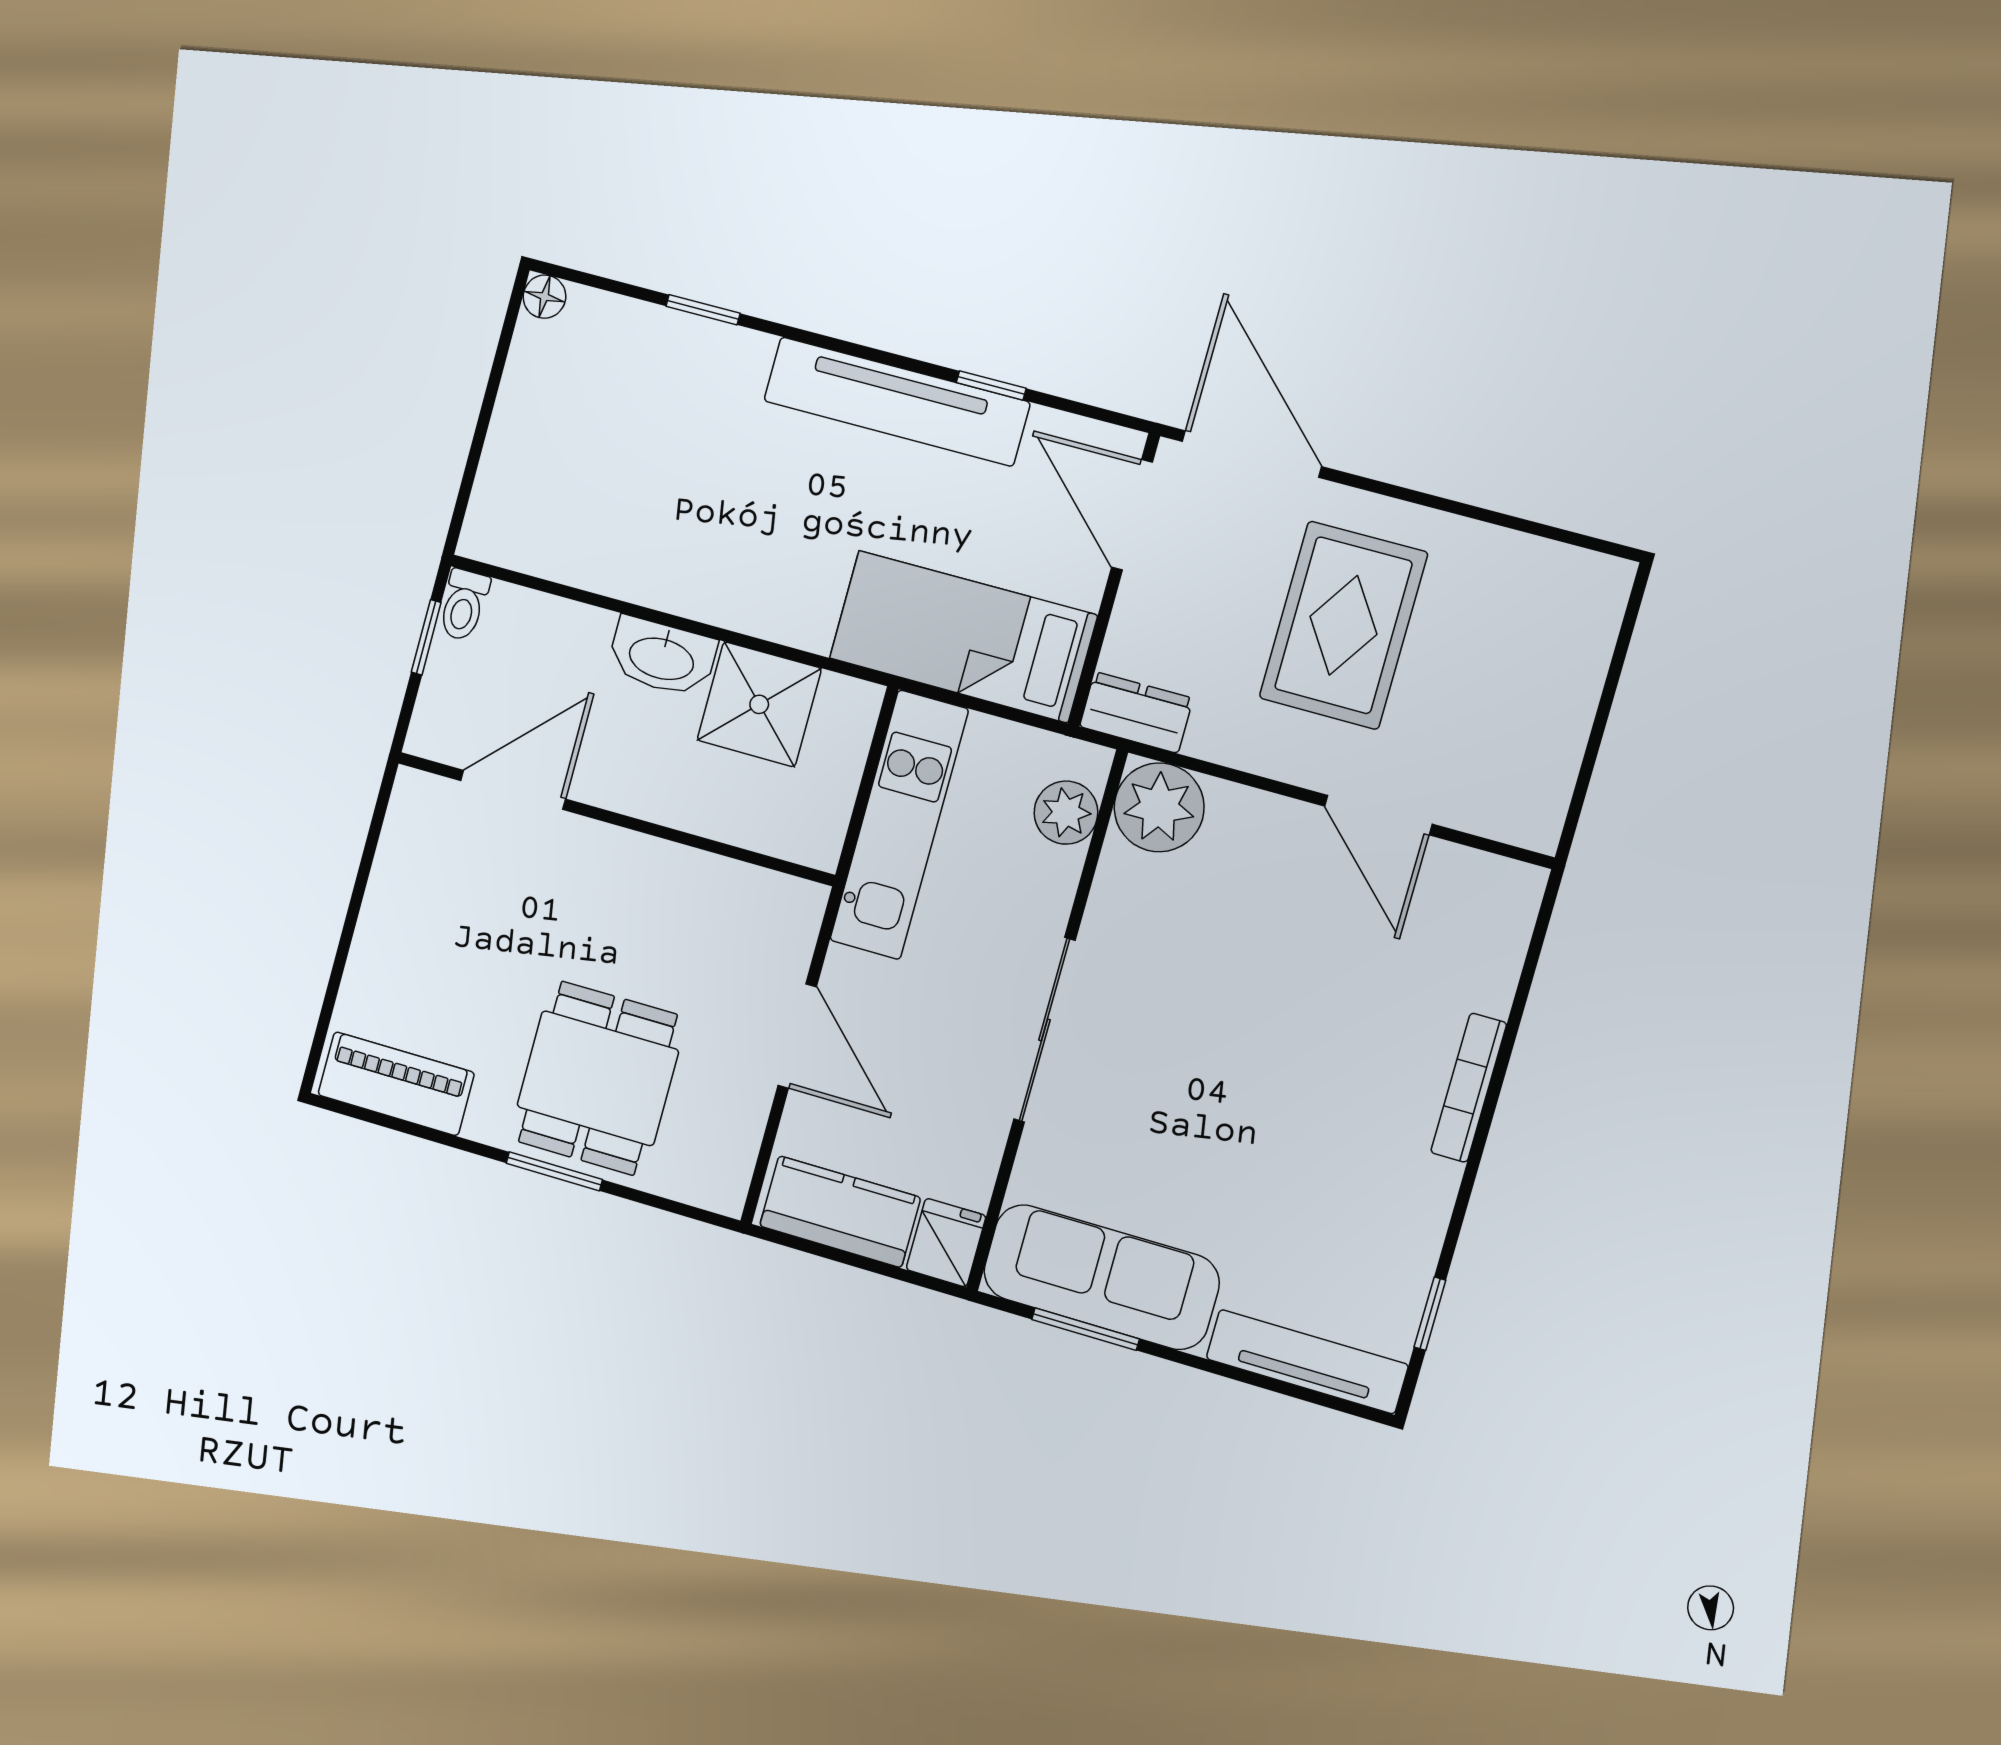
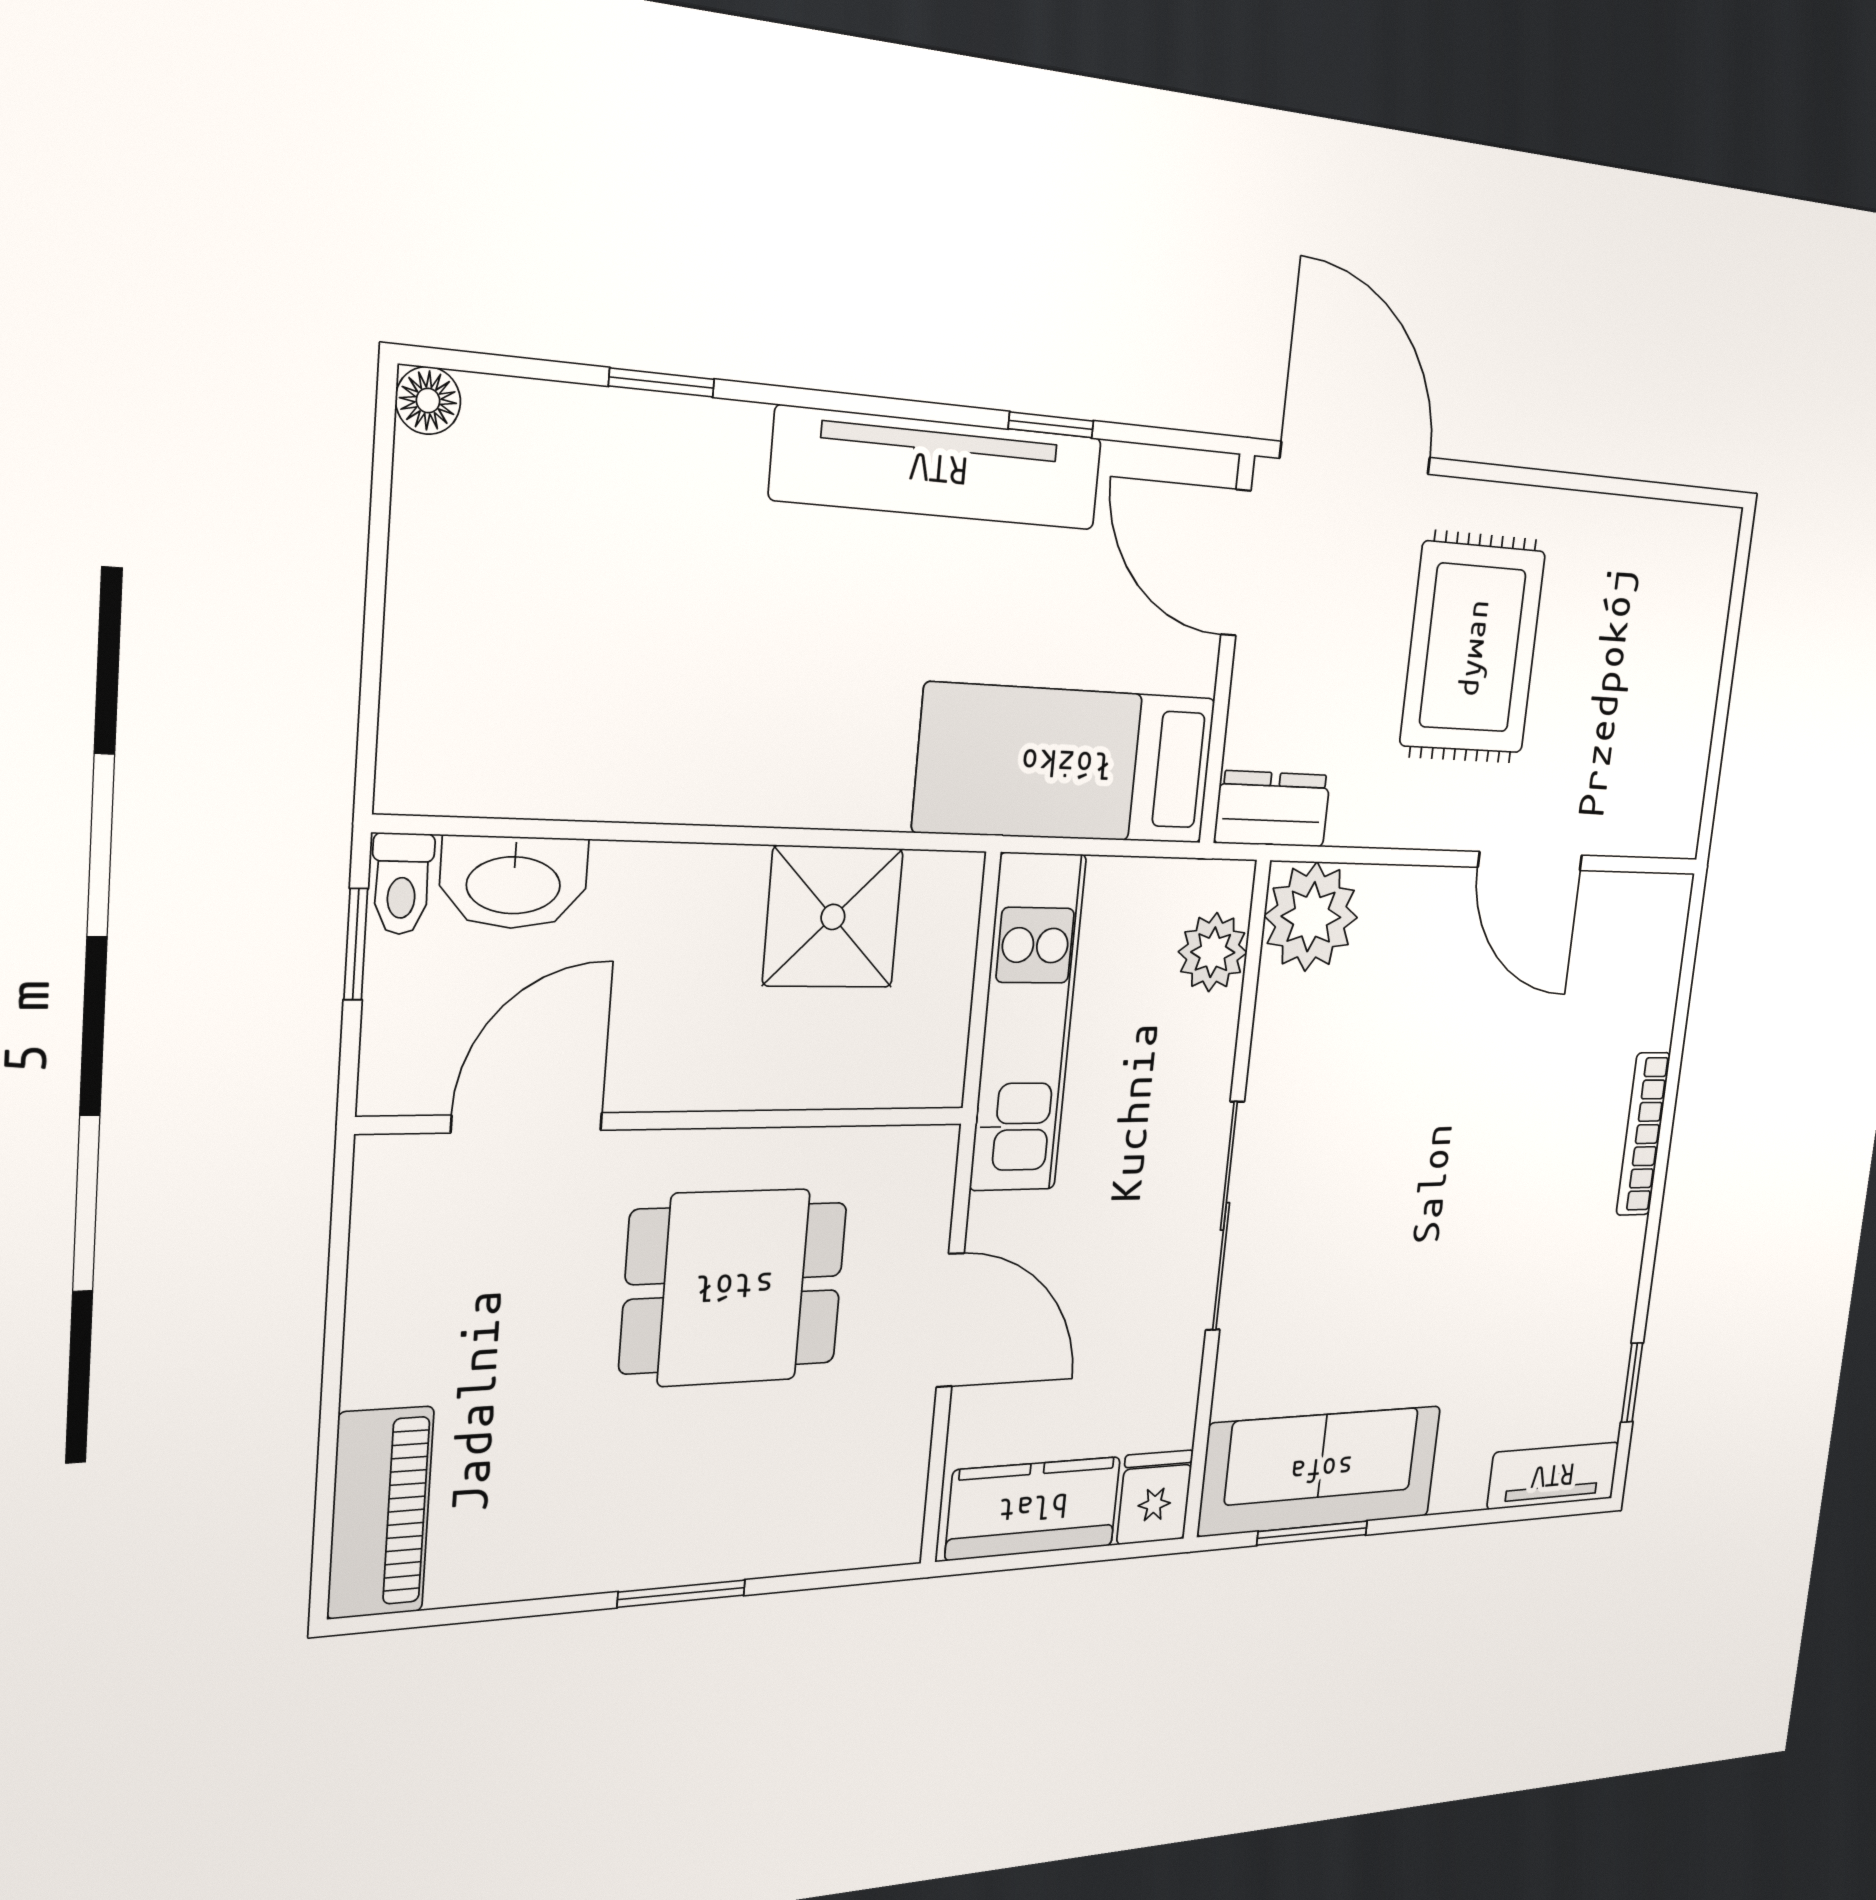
washbasin: (662, 657) -> (514, 882), moved
dining table: (598, 1078) -> (734, 1287), moved, turned 90
piano: (396, 1084) -> (380, 1513), moved, turned 90
tv unit: (1307, 1362) -> (1553, 1476), width x0.71

